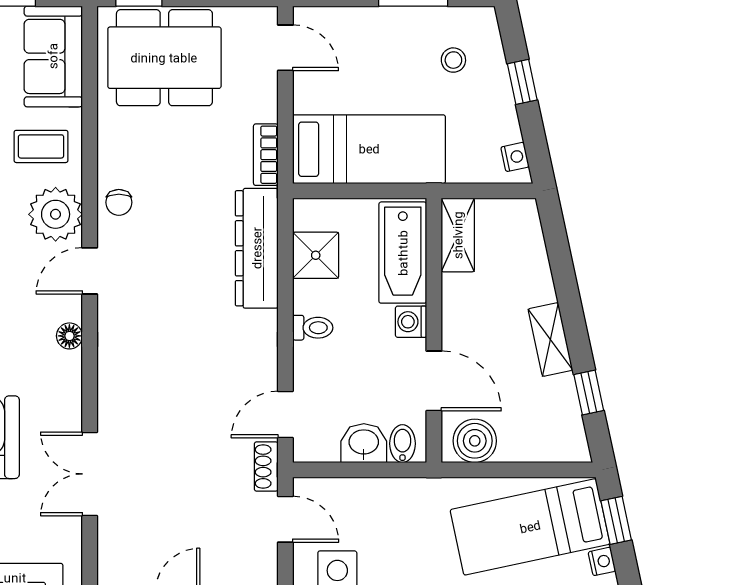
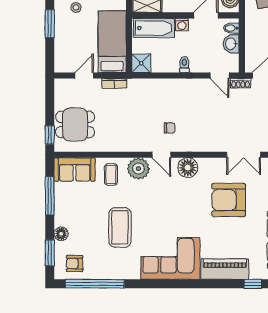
door: (285, 48) -> (84, 76), moved
dining table: (164, 58) -> (75, 125), width x0.73
chair: (119, 202) -> (170, 128), moved
dresser: (257, 248) -> (152, 87), removed
shower: (316, 255) -> (141, 63), moved
floor lamp: (69, 336) -> (188, 168), width x1.89, depth x1.89

